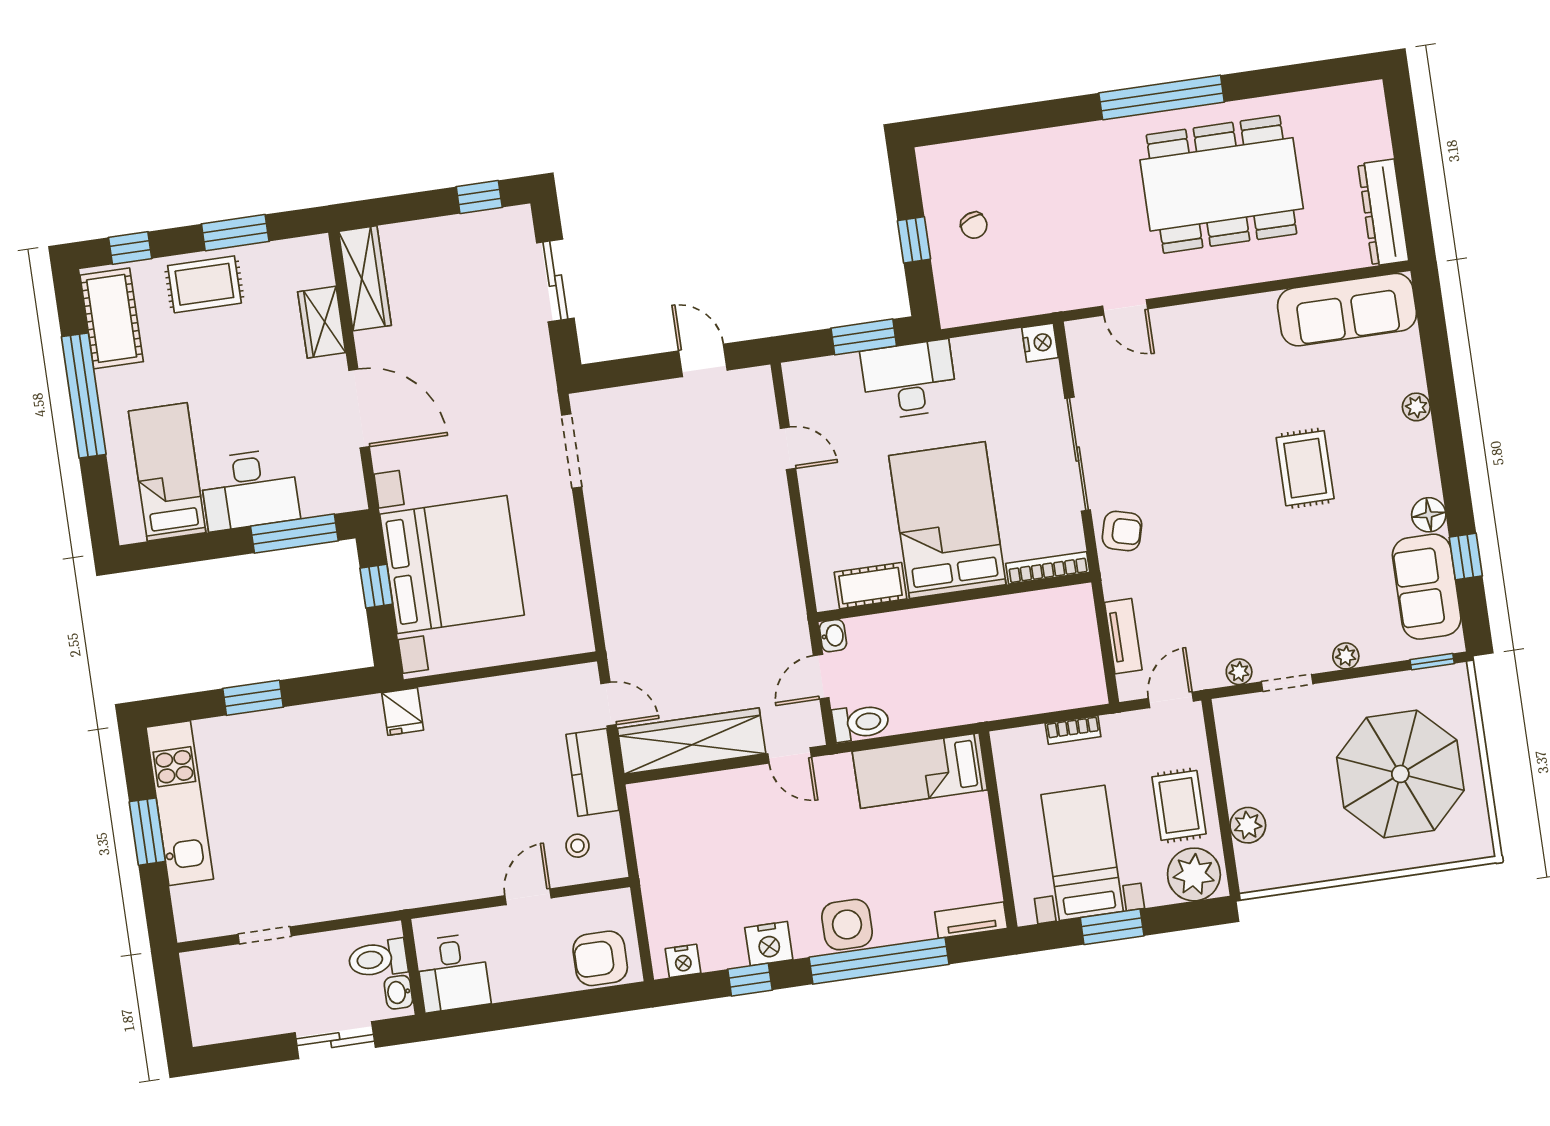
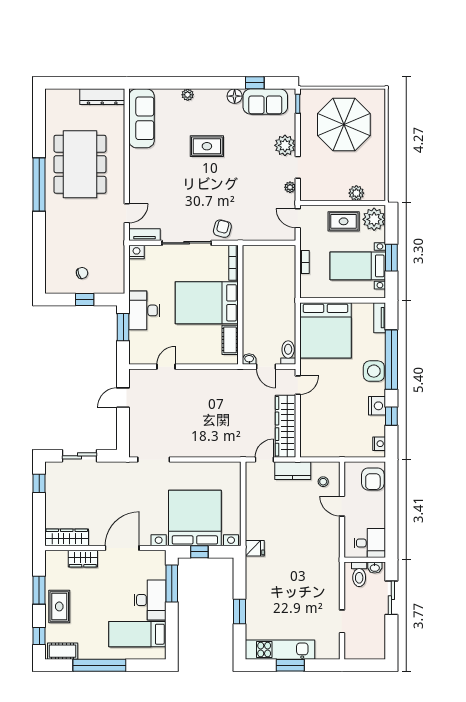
cot: (112, 318) -> (63, 651), width x0.73, depth x0.75
tv unit: (1123, 636) -> (145, 235), moved
plant: (1346, 656) -> (285, 145), width x1.87, depth x1.87
bed: (920, 771) -> (326, 330), width x2.04

